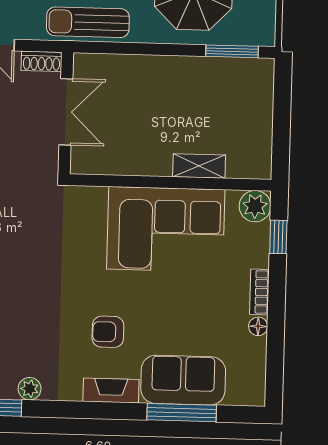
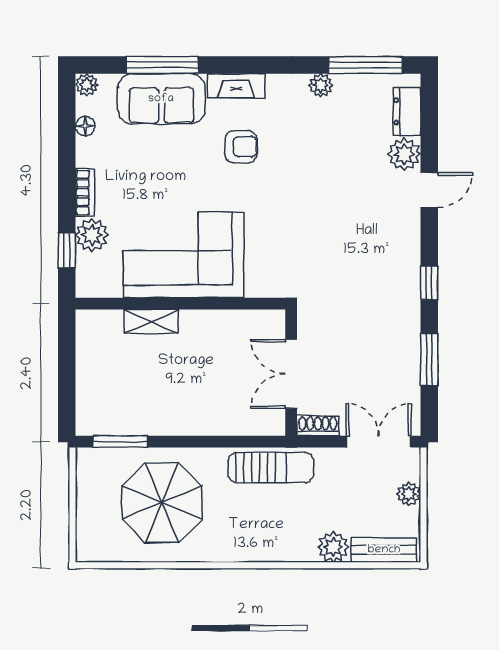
plant: (255, 206) -> (92, 235), moved
floor lamp: (258, 326) -> (85, 126), moved
plant: (255, 396) -> (87, 85), added

